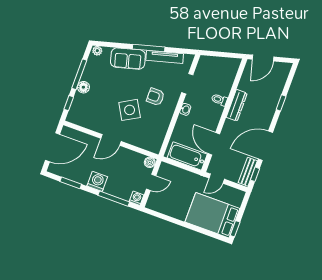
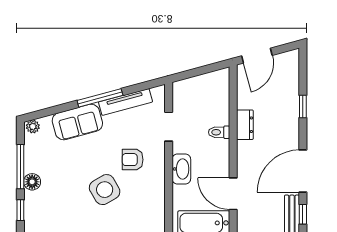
dresser: (237, 105) -> (245, 125), width x0.70
washbasin: (185, 109) -> (181, 169), width x1.91, depth x1.45

